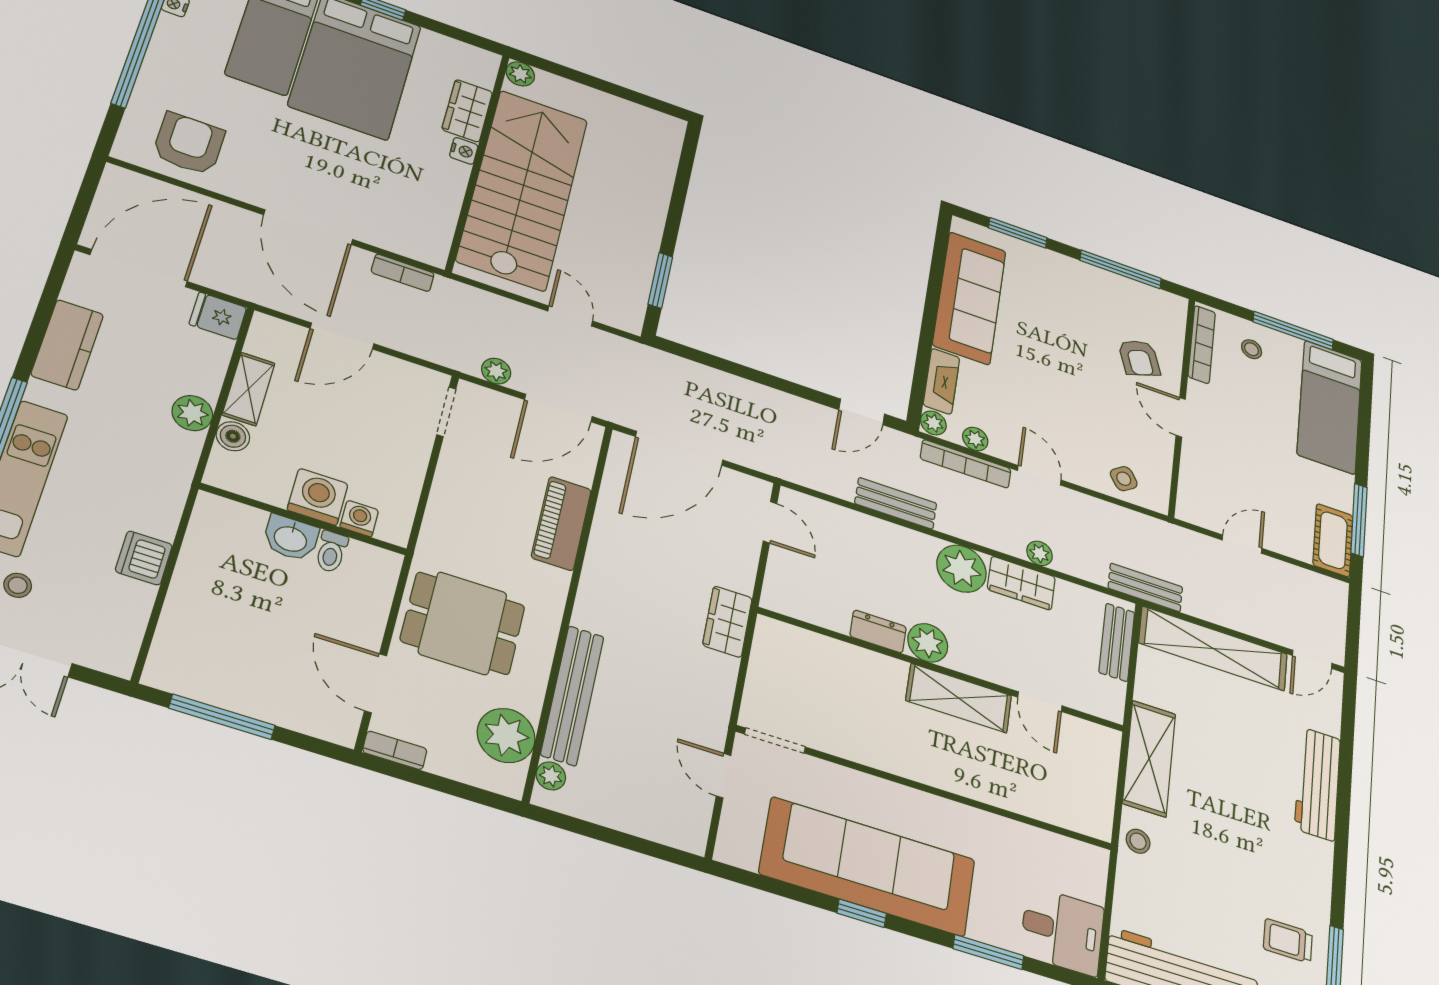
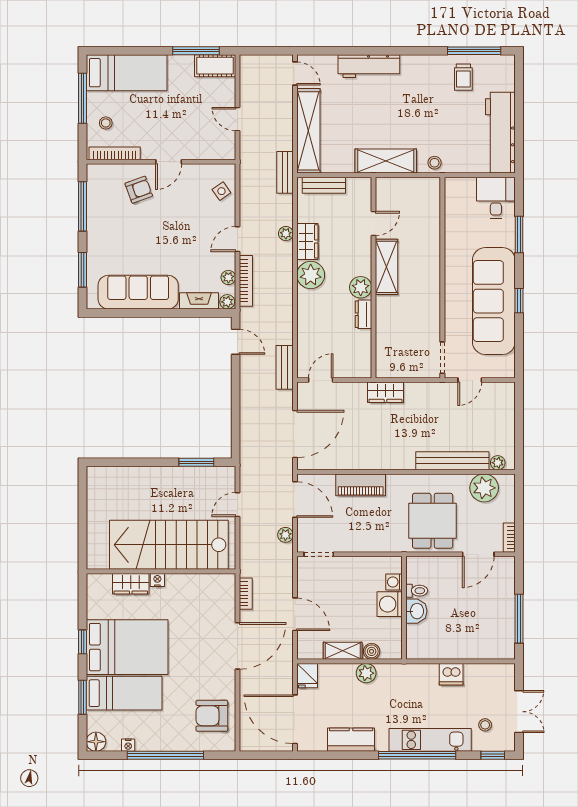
plant: (520, 74) -> (94, 562), removed
door: (679, 448) -> (295, 434), hinge flipped
bench: (896, 503) -> (285, 367), moved

